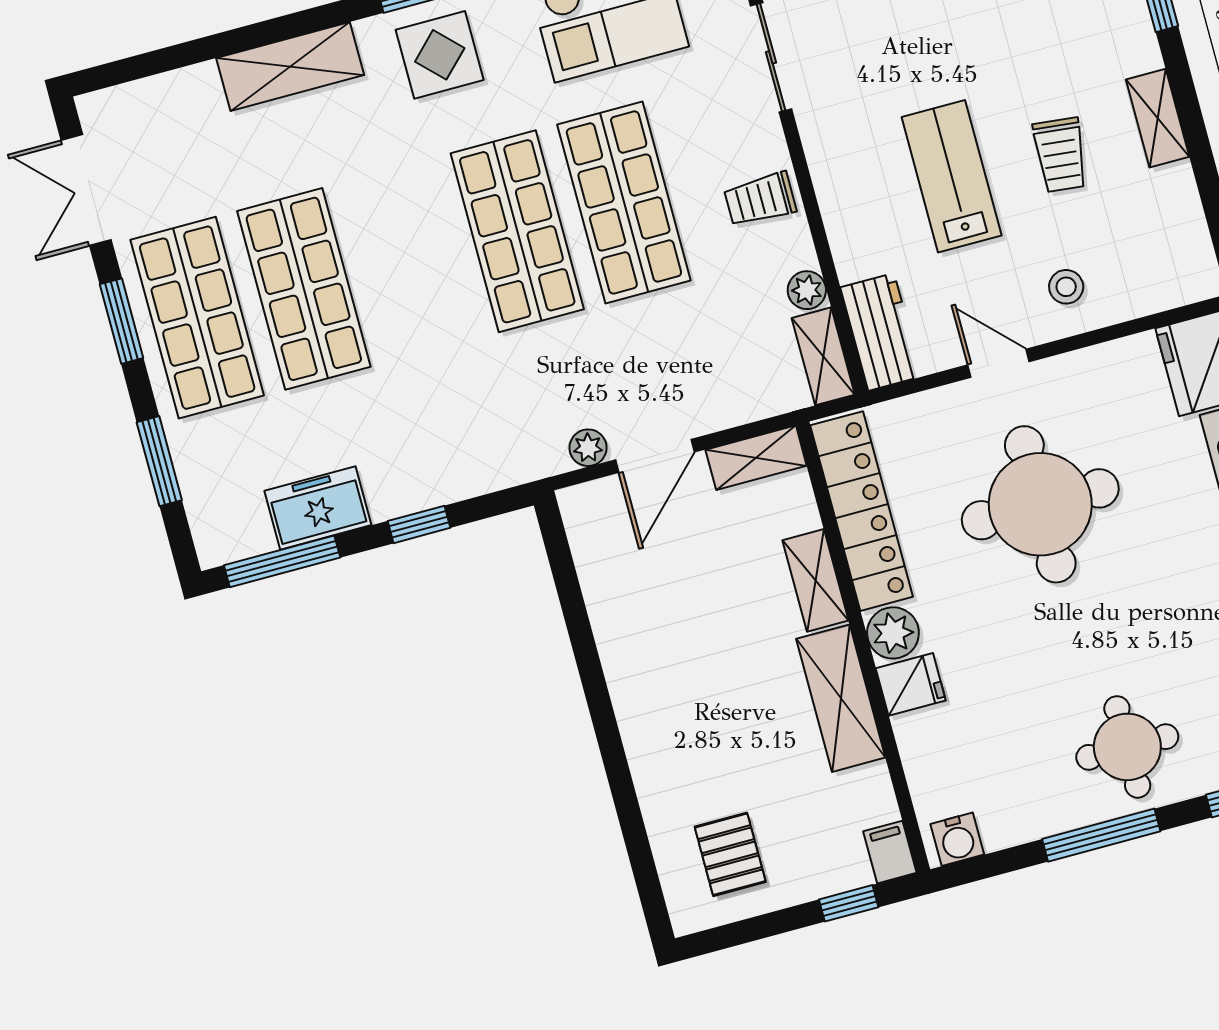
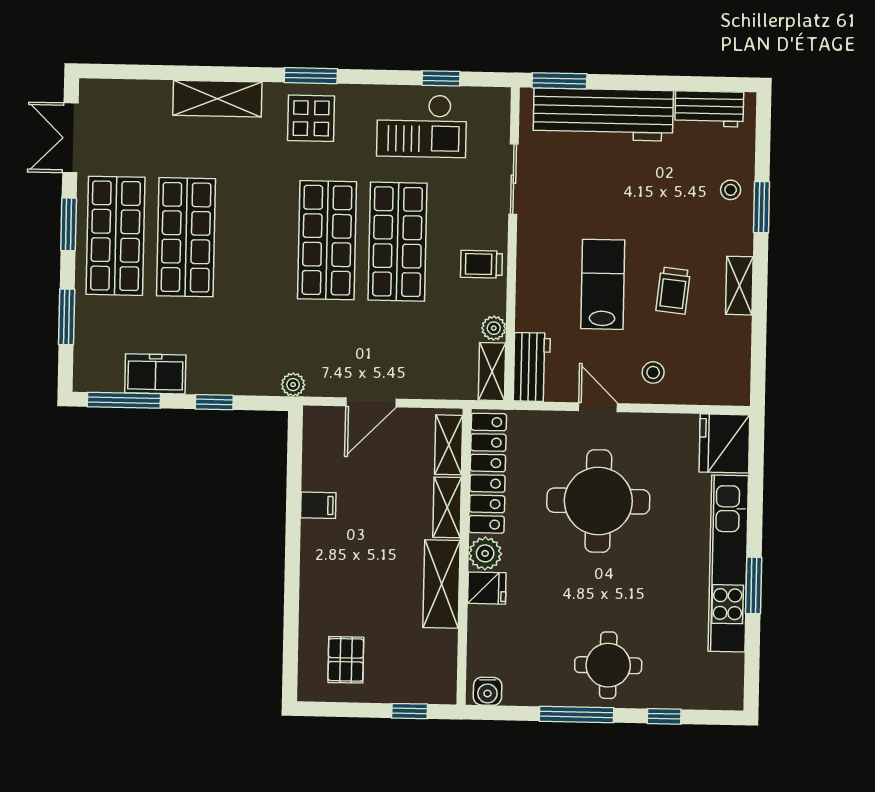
plant: (588, 448) -> (293, 385), moved
shelving: (756, 458) -> (449, 445), moved, turned 90
filing cabinet: (890, 852) -> (318, 505), moved, turned 90

